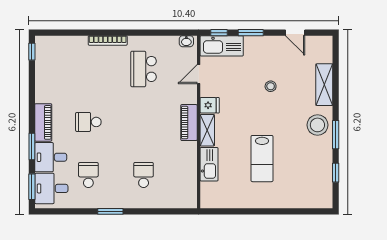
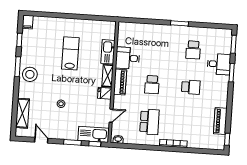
shelving: (324, 85) -> (22, 113), moved
piano: (43, 122) -> (220, 121), moved
school desk: (144, 175) -> (152, 85), moved
desk: (51, 188) -> (128, 58), moved, turned 180
filing cabinet: (326, 199) -> (28, 22), added

